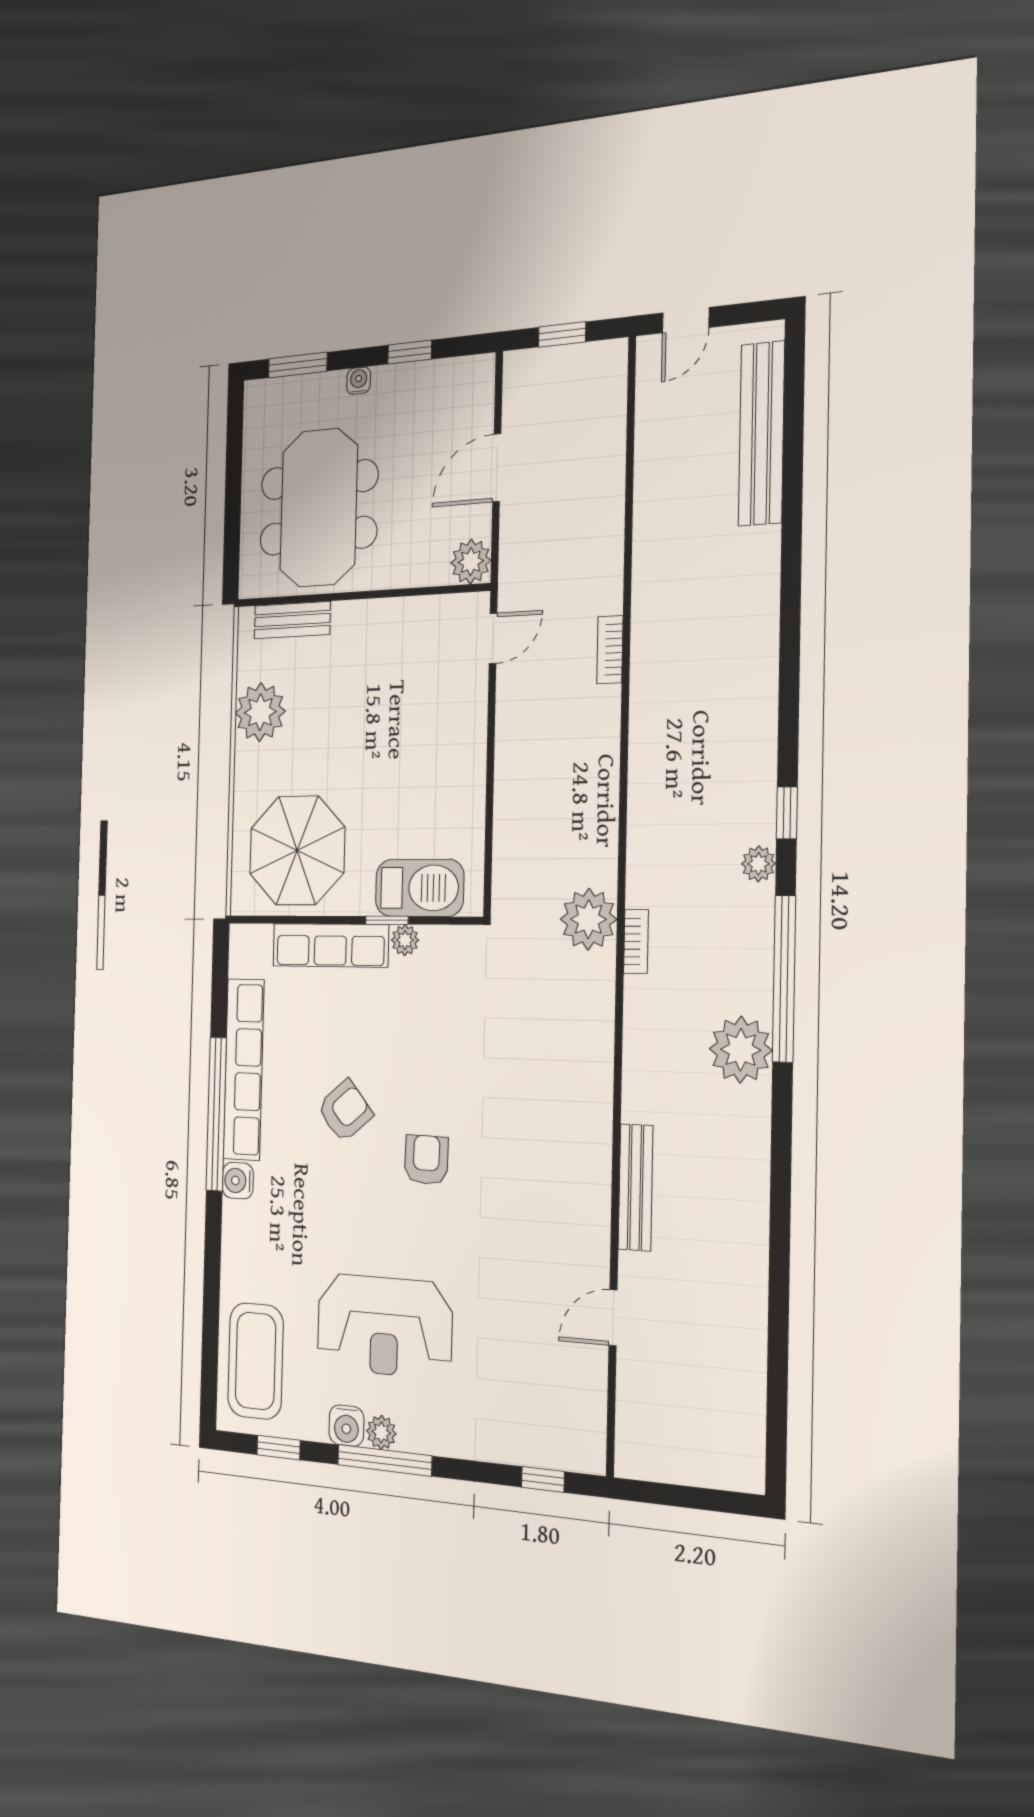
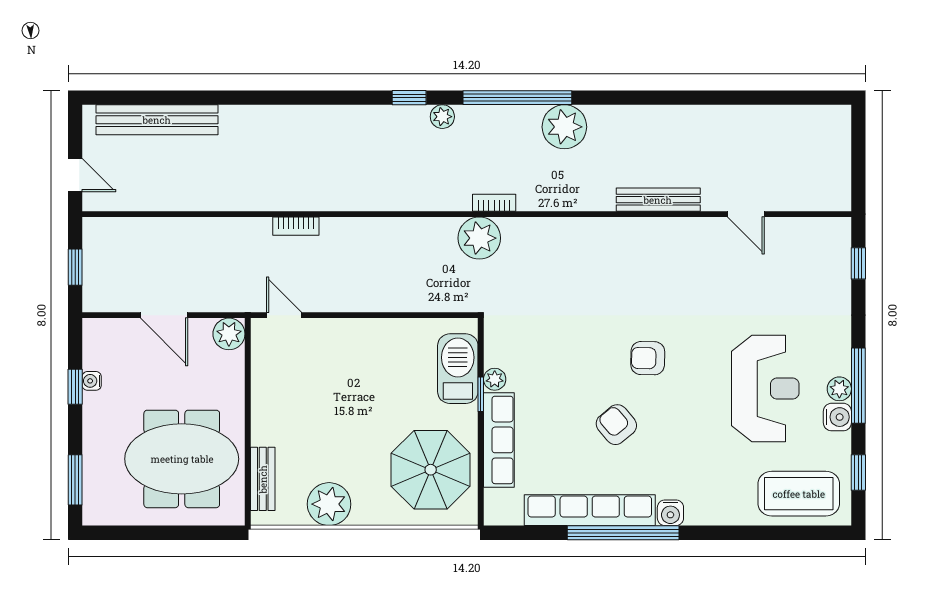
water cooler: (359, 381) -> (92, 381), moved

